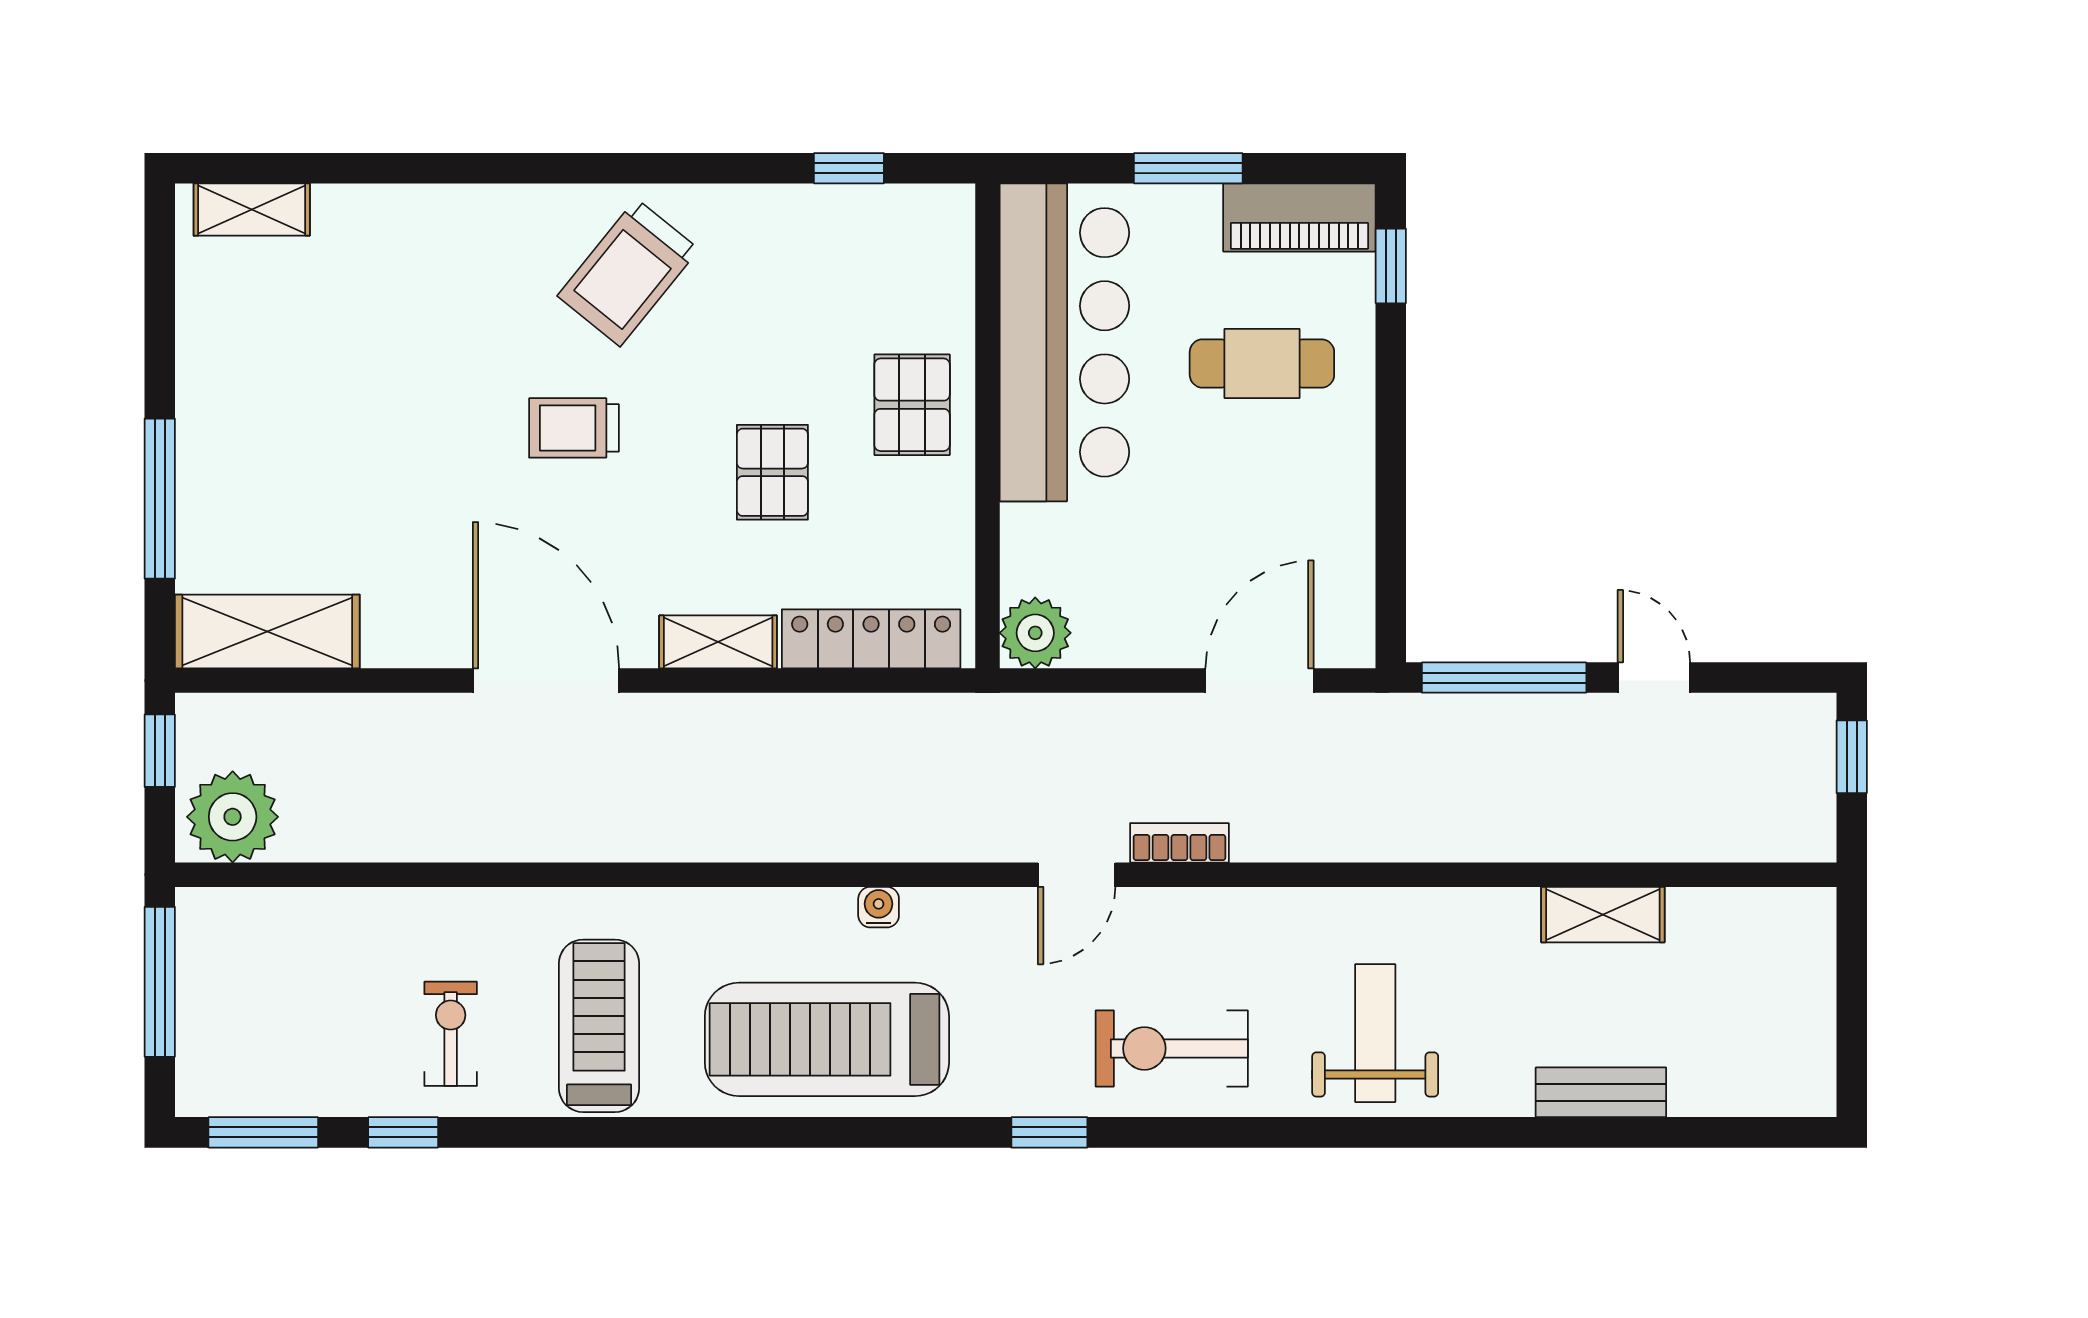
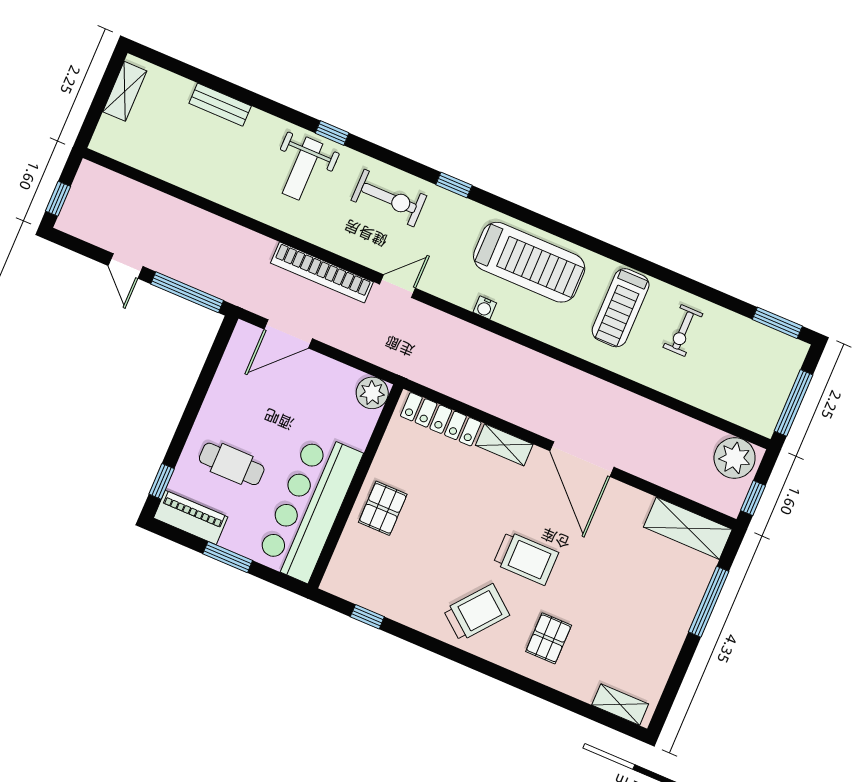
trolley: (574, 428) -> (526, 558), width x1.36, depth x1.39
pallet: (772, 472) -> (549, 638), moved
bookcase: (1179, 843) -> (322, 272), width x2.31, depth x1.31
shelving: (1603, 915) -> (125, 91), moved, turned 90
window: (403, 1132) -> (332, 133), moved

